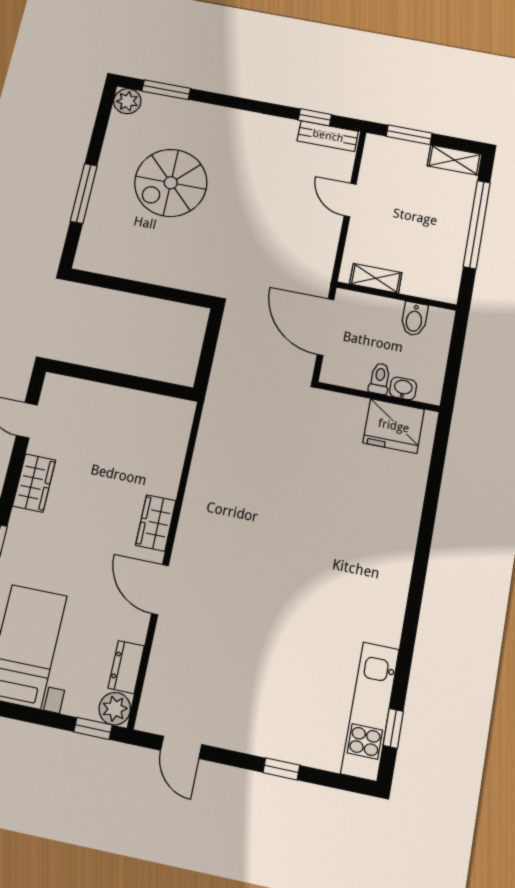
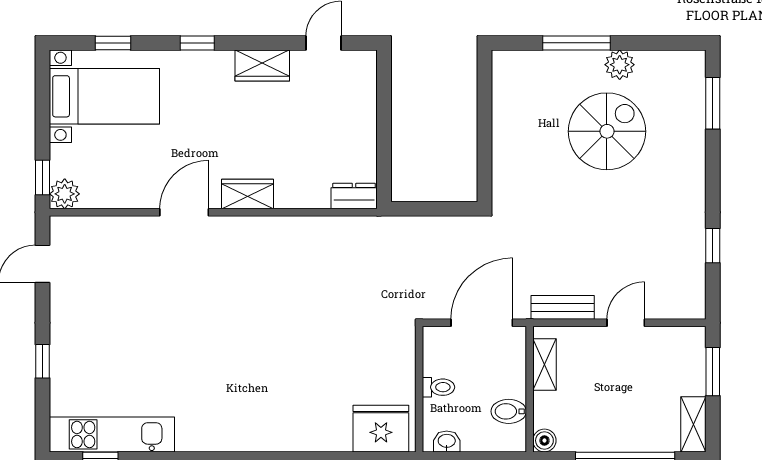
plant: (127, 101) -> (620, 65), moved
window: (315, 117) -> (713, 246), moved
bench: (328, 136) -> (563, 307), moved, turned 90
spiral stairs: (171, 183) -> (607, 131), turned 90
boiler: (447, 292) -> (544, 441), added
washbasin: (403, 388) -> (447, 441), moved, turned -90
fridge: (394, 426) -> (381, 429), moved, turned 90
dresser: (126, 667) -> (354, 196), moved

